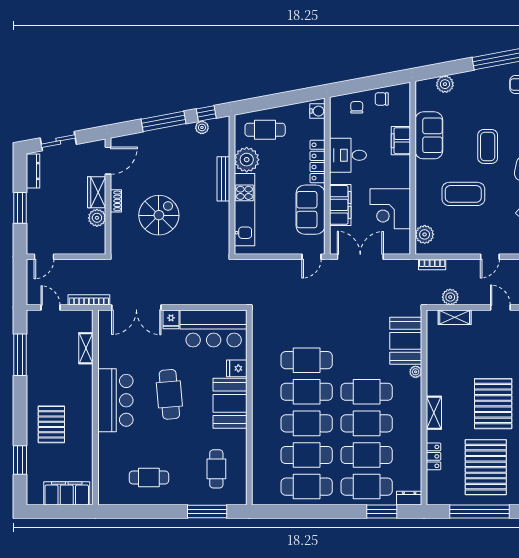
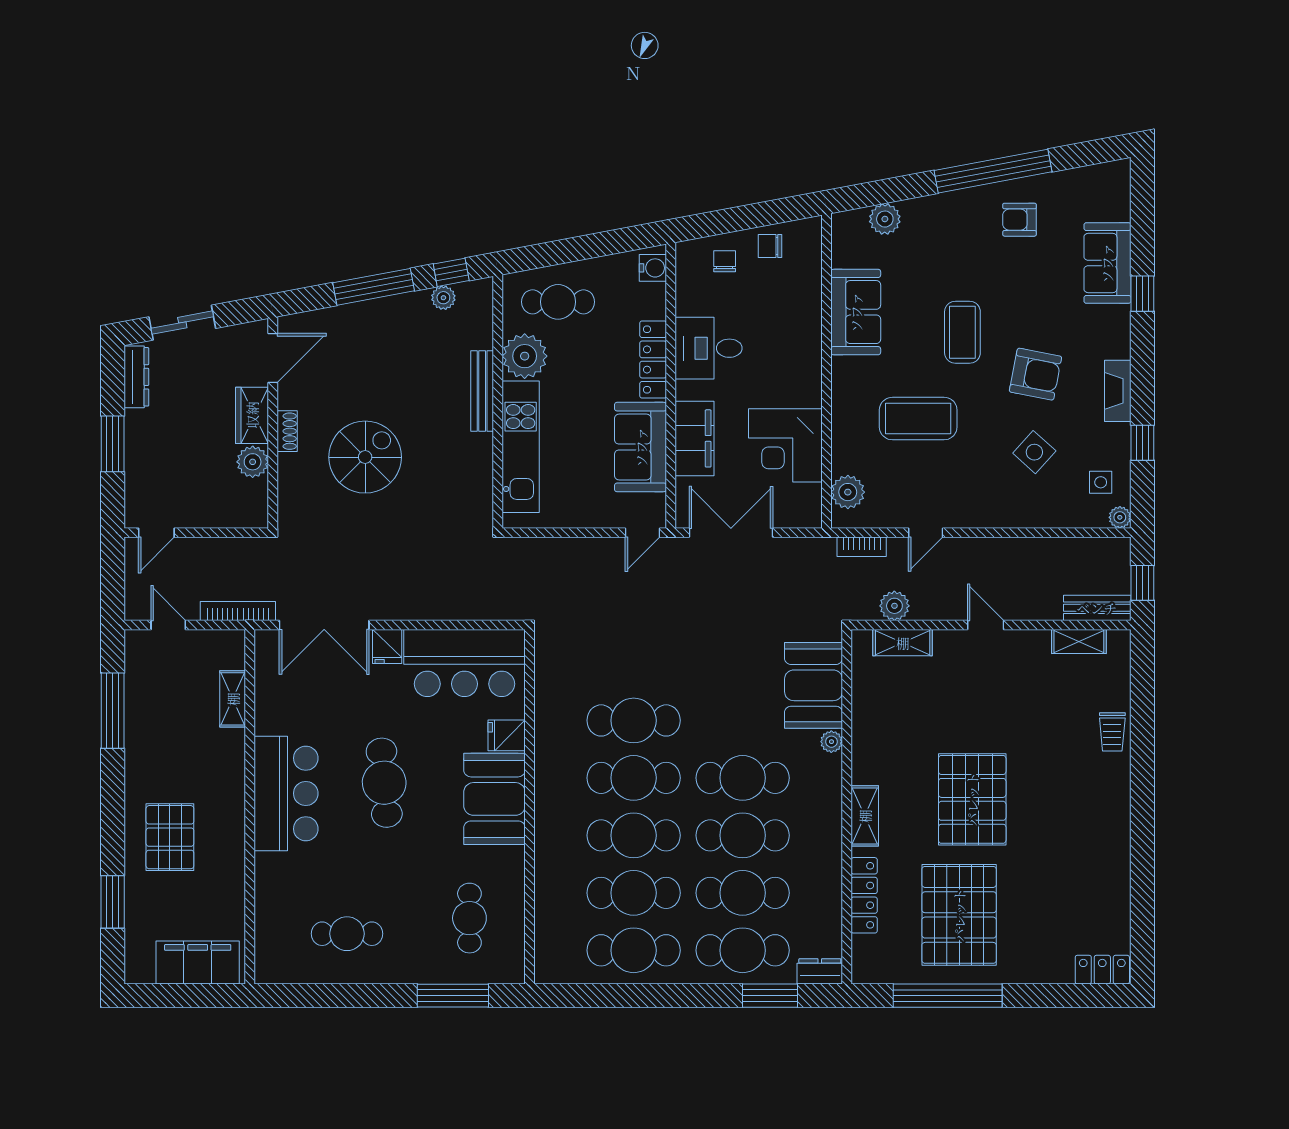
filing cabinet: (401, 141) -> (805, 322), removed
door: (490, 257) -> (926, 533), moved
locker: (434, 456) -> (864, 895), width x1.53

